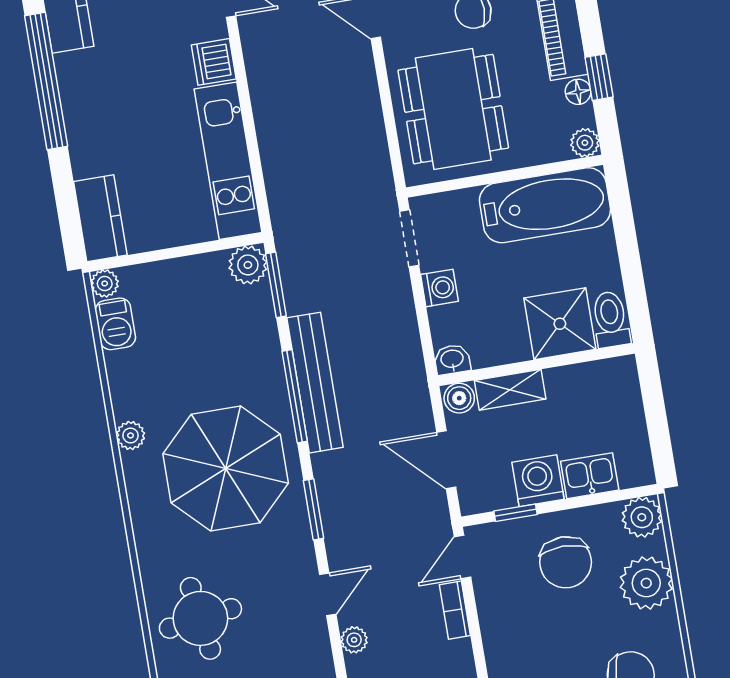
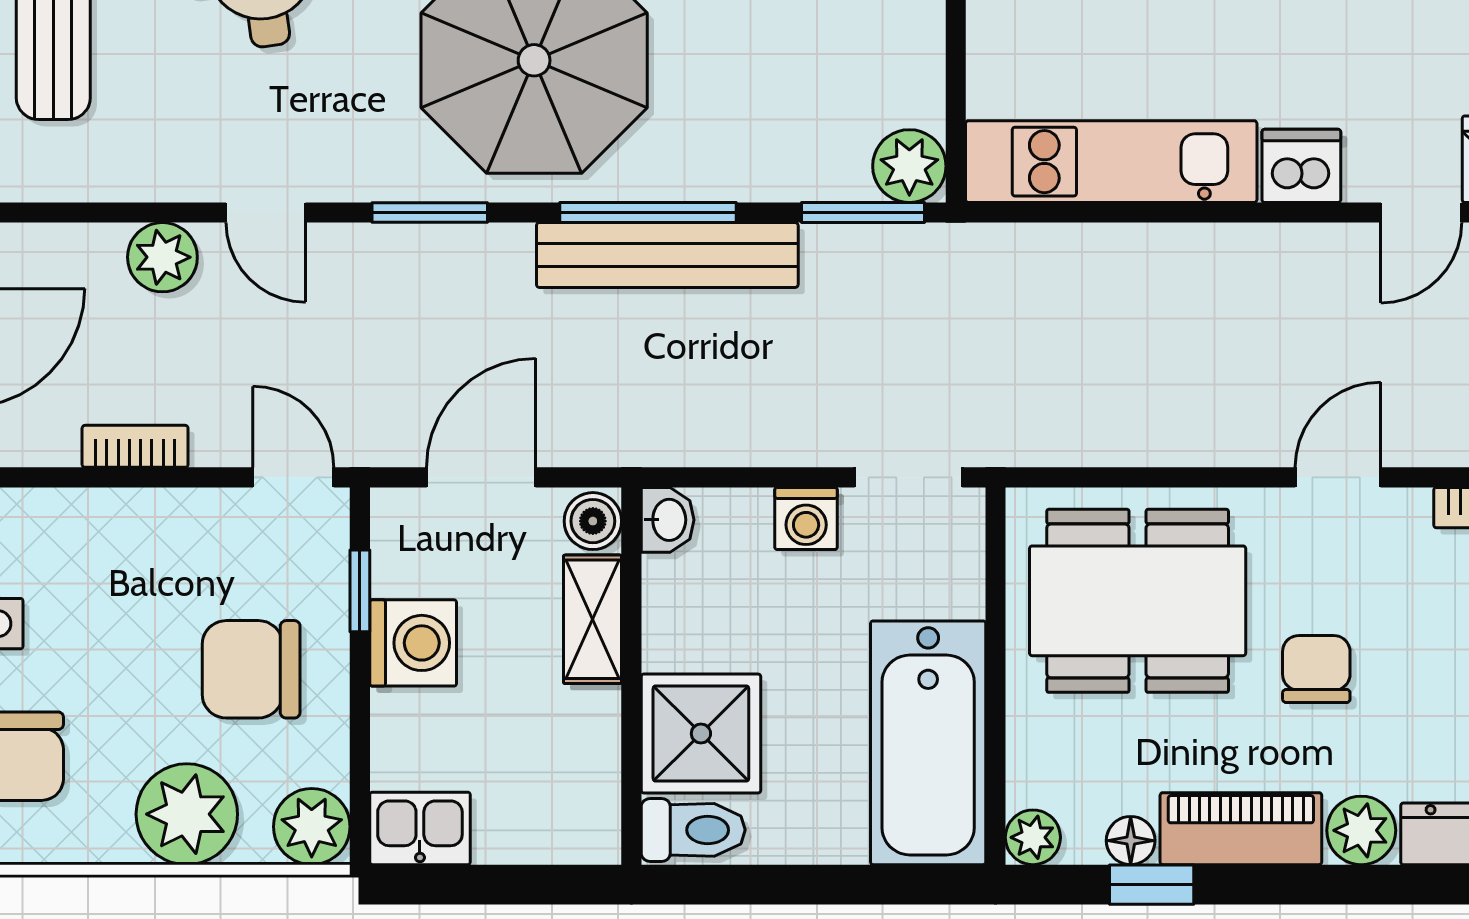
kitchen sink: (590, 476) -> (420, 828), moved, turned -90
bookcase: (455, 610) -> (135, 446), moved
plant: (354, 640) -> (162, 257), width x1.38, depth x1.38

